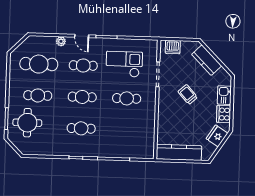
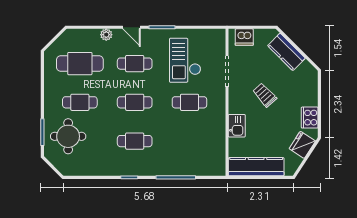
checkout: (124, 64) -> (185, 60), turned -90
kitchen sink: (224, 95) -> (237, 126), moved, turned 180

